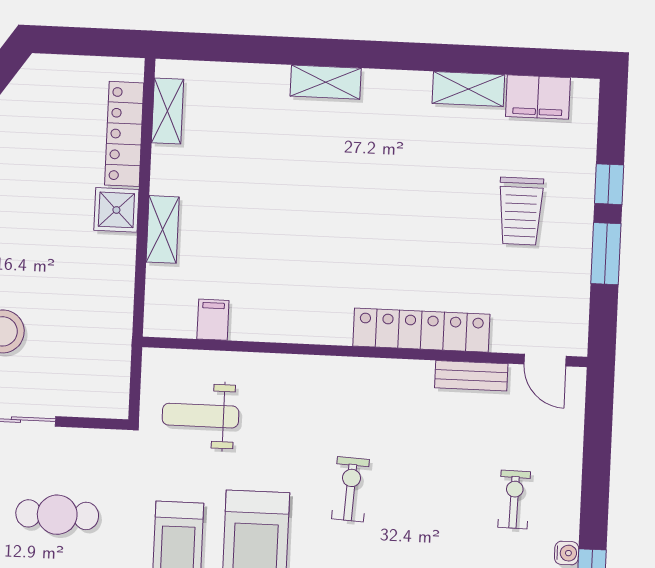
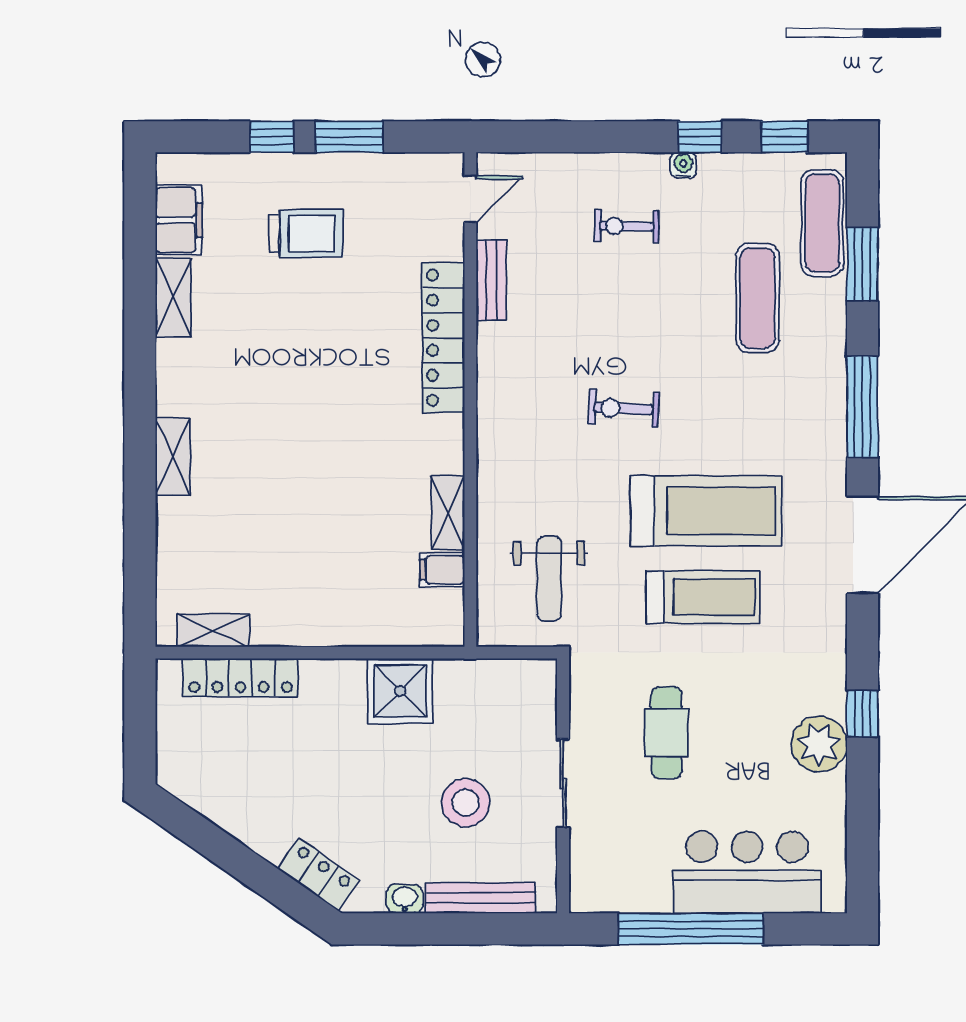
shower: (116, 210) -> (400, 691), moved, width x1.36, depth x1.36
shelving: (163, 229) -> (448, 513), moved, turned 90

